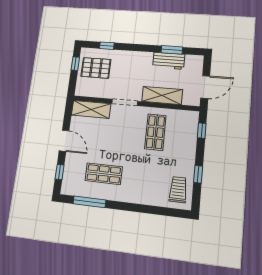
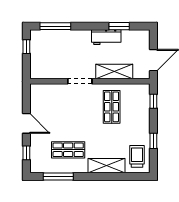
window: (107, 46) -> (55, 26), width x2.17
workbench: (169, 61) -> (106, 37), moved
pallet: (96, 68) -> (48, 50), removed
shelving: (91, 109) -> (107, 166), moved

